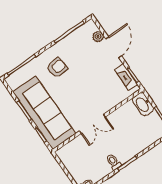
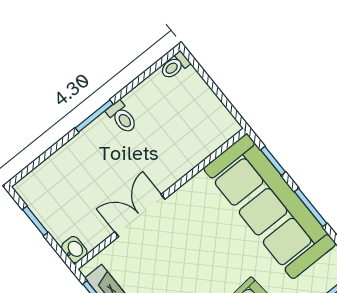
washbasin: (143, 104) -> (74, 250), width x0.52, depth x0.69
double door: (92, 124) -> (140, 216), moved

